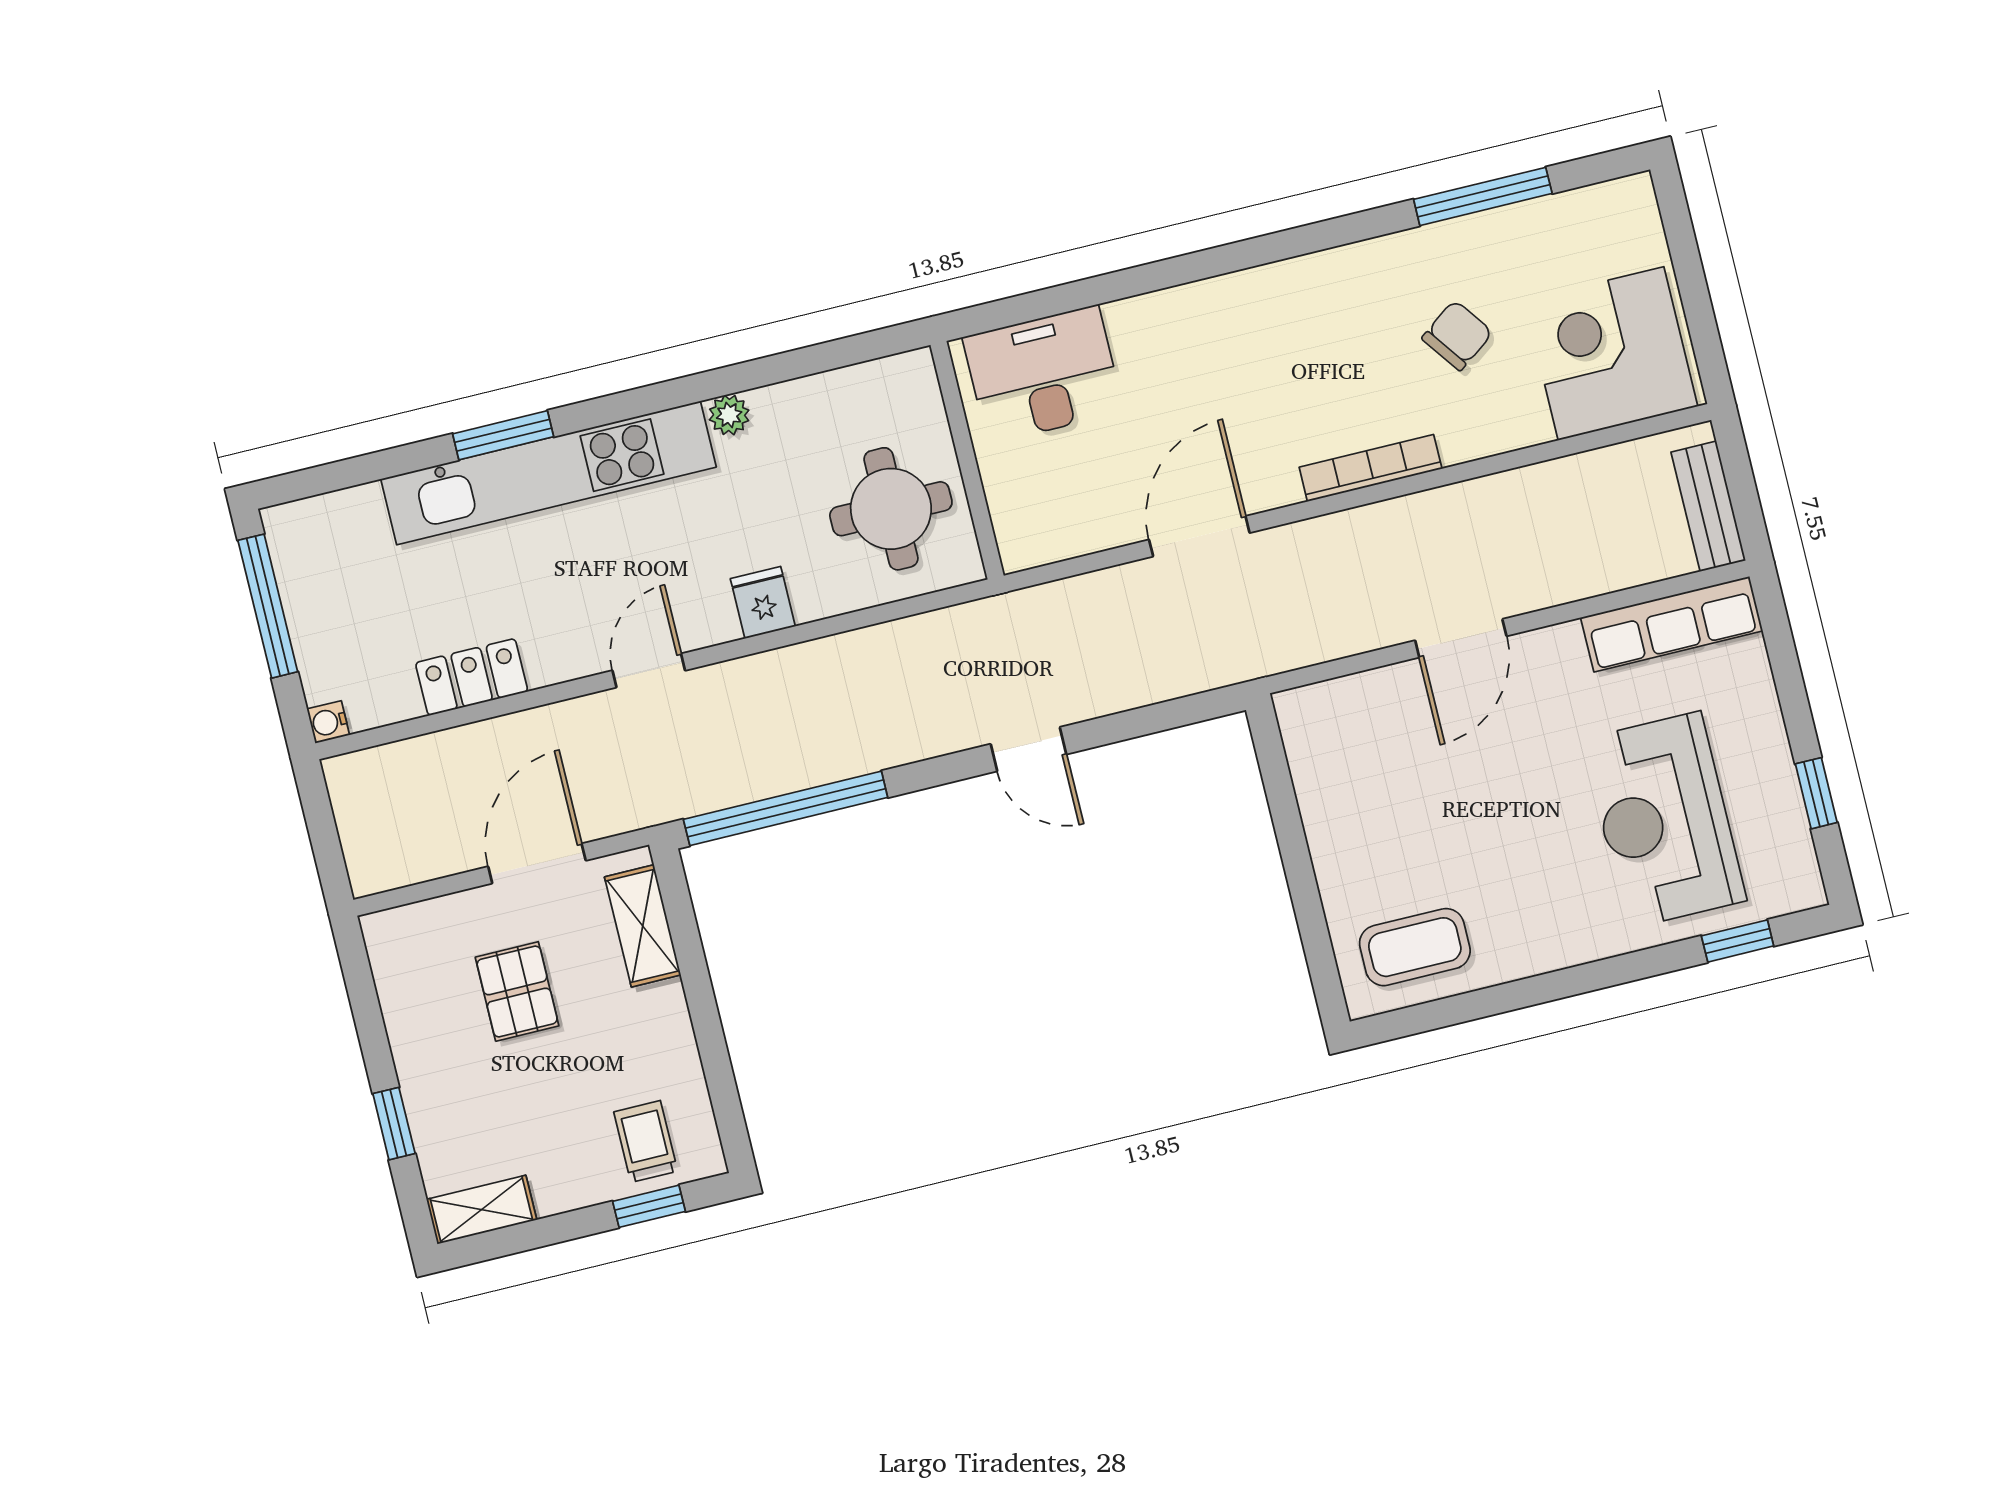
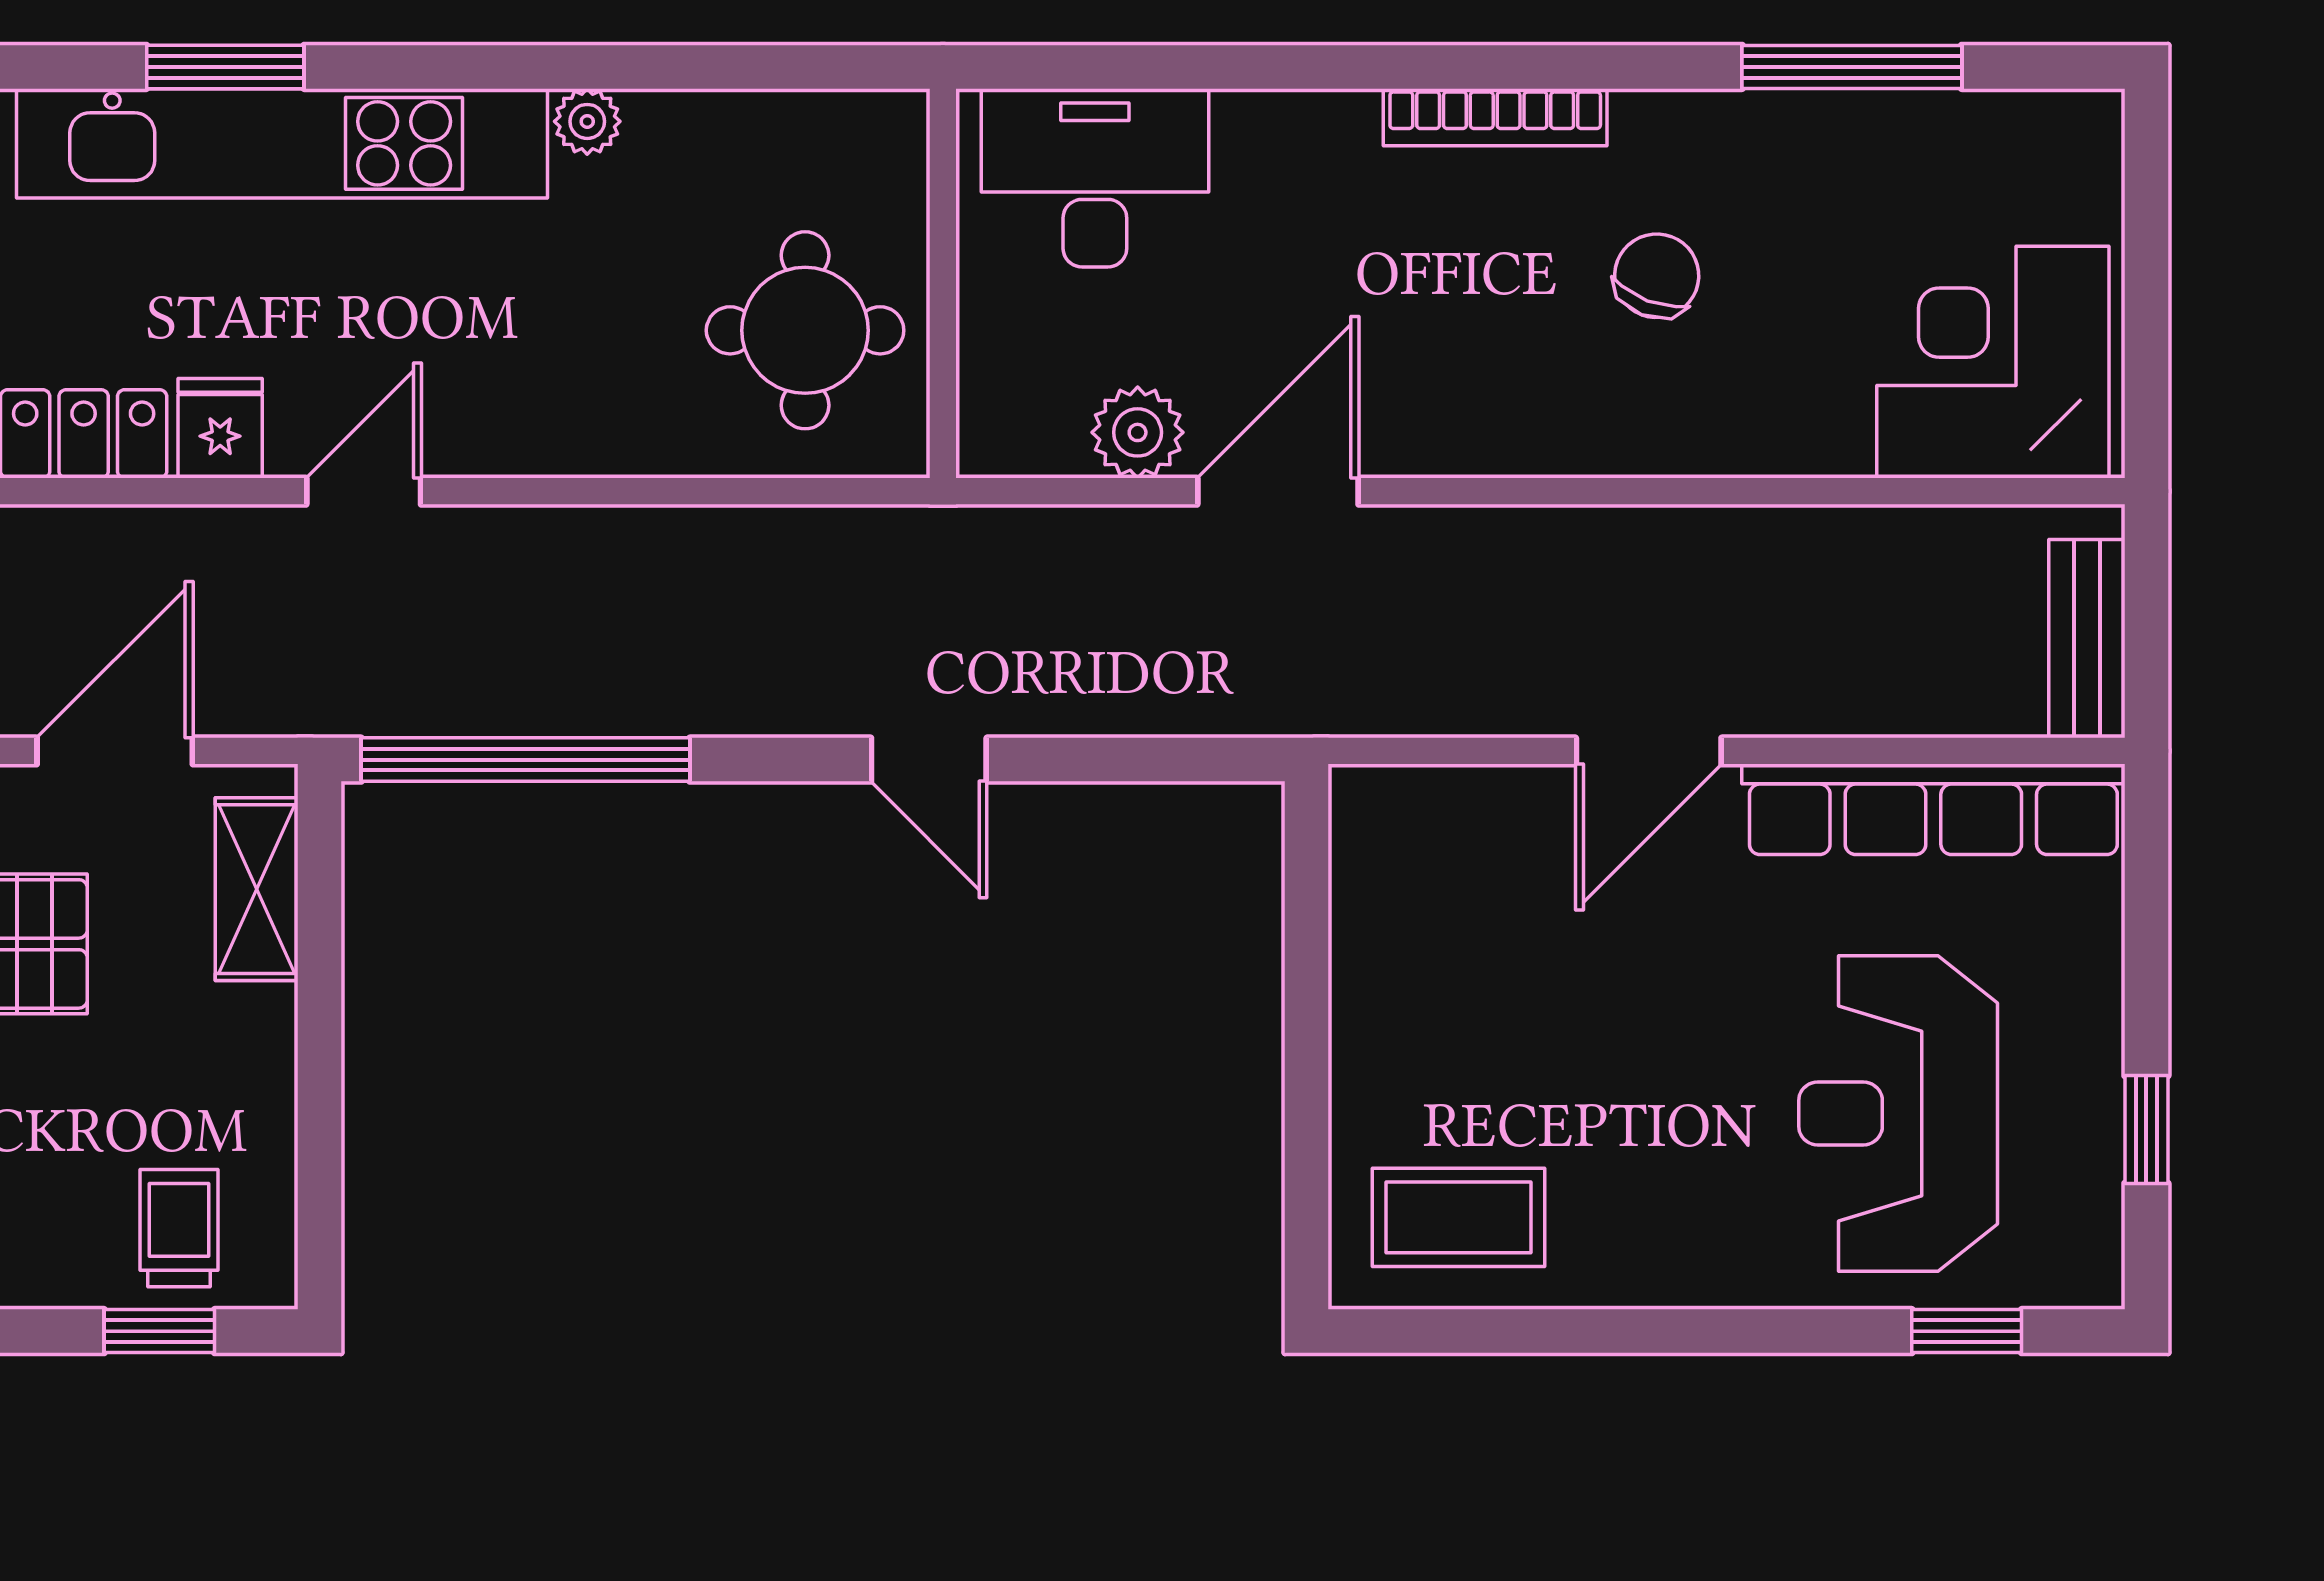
chair: (1457, 335) -> (1657, 276), moved, turned -33
bookcase: (1371, 468) -> (1495, 117), moved, turned 180
plant: (1106, 521) -> (1138, 432), added
fridge: (763, 603) -> (220, 428), moved
row of seats: (1672, 624) -> (1933, 809), width x1.36

